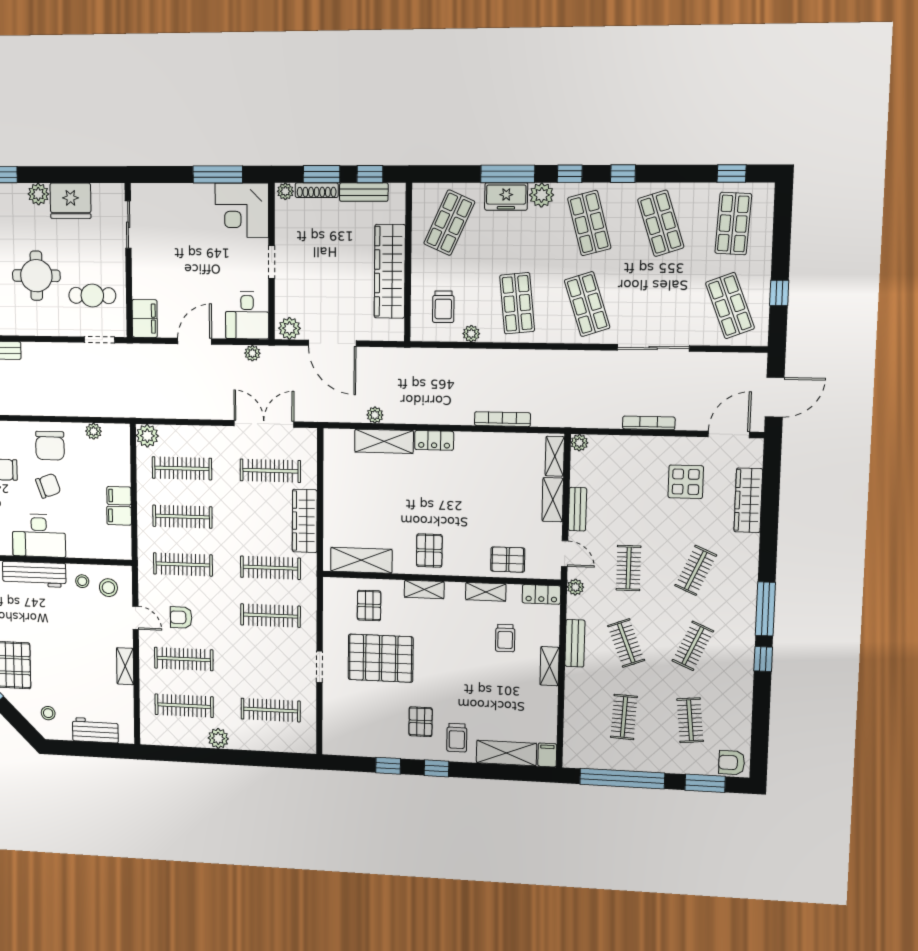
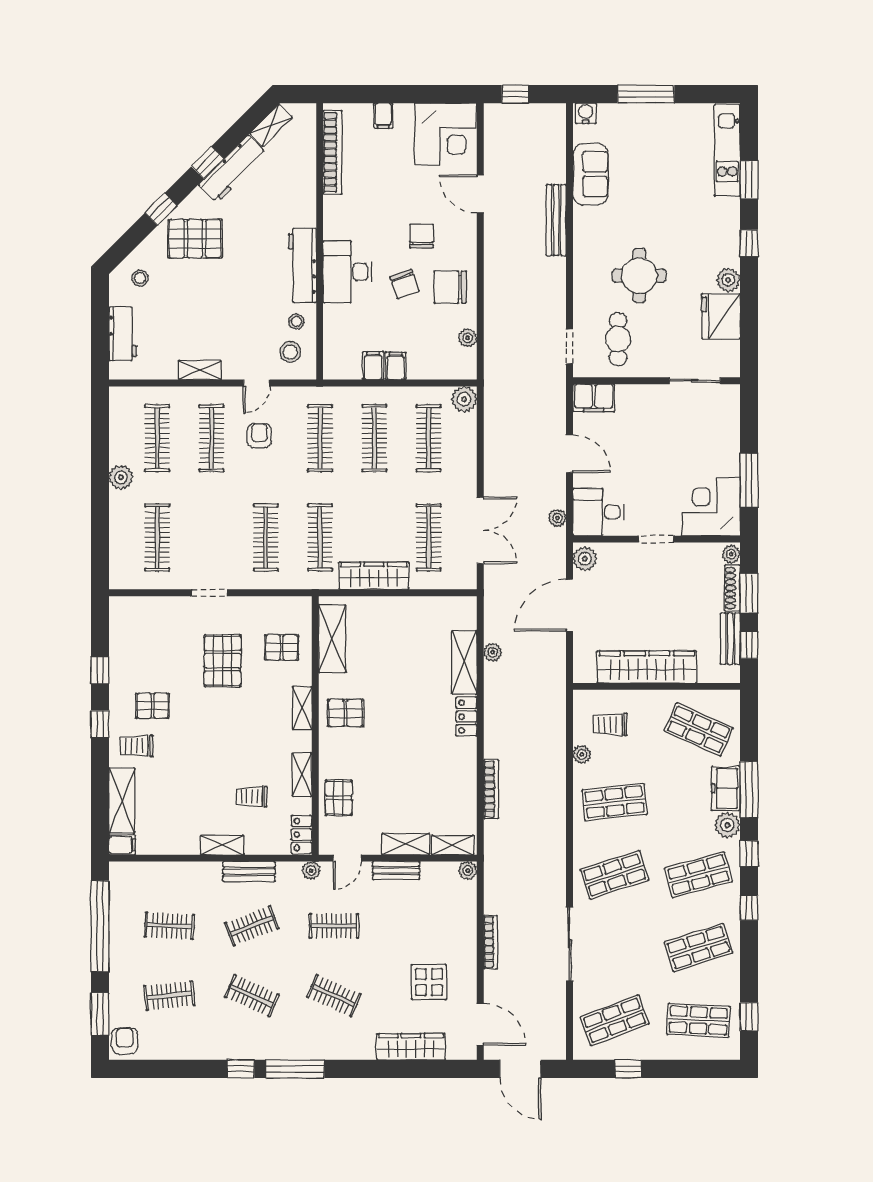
pallet: (381, 658) -> (223, 661), width x0.73, depth x0.71

